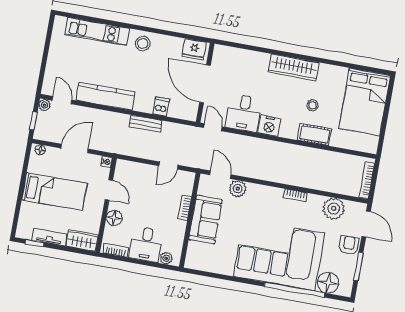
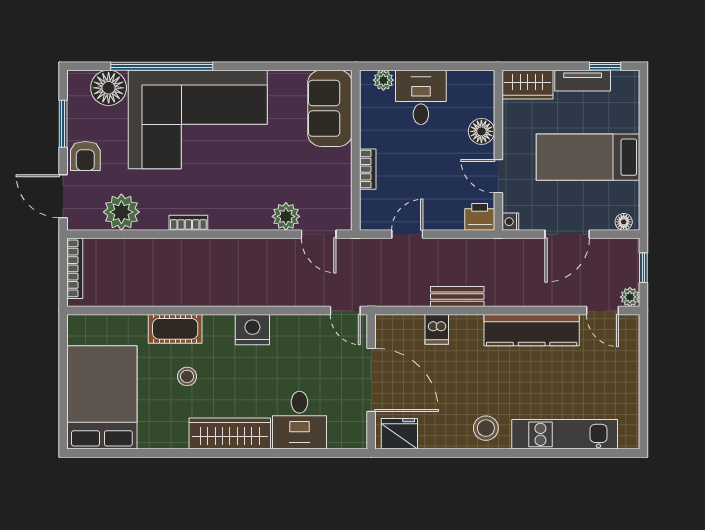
desk: (244, 113) -> (299, 420), moved, turned 180
printer: (124, 168) -> (480, 217), added
sofa: (205, 220) -> (330, 108), moved
bookcase: (116, 250) -> (469, 78), removed

